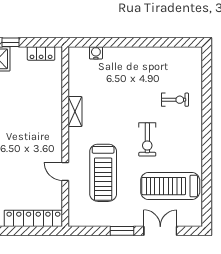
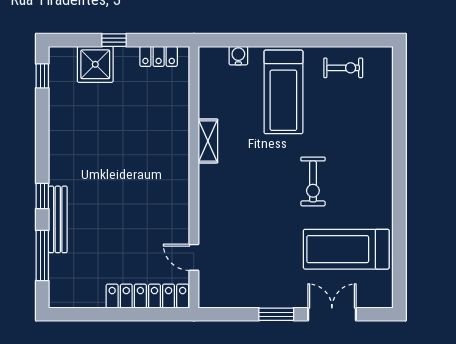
exercise bike: (175, 100) -> (343, 68), moved
door: (65, 171) -> (194, 257), moved
treadmill: (103, 173) -> (283, 92), moved

